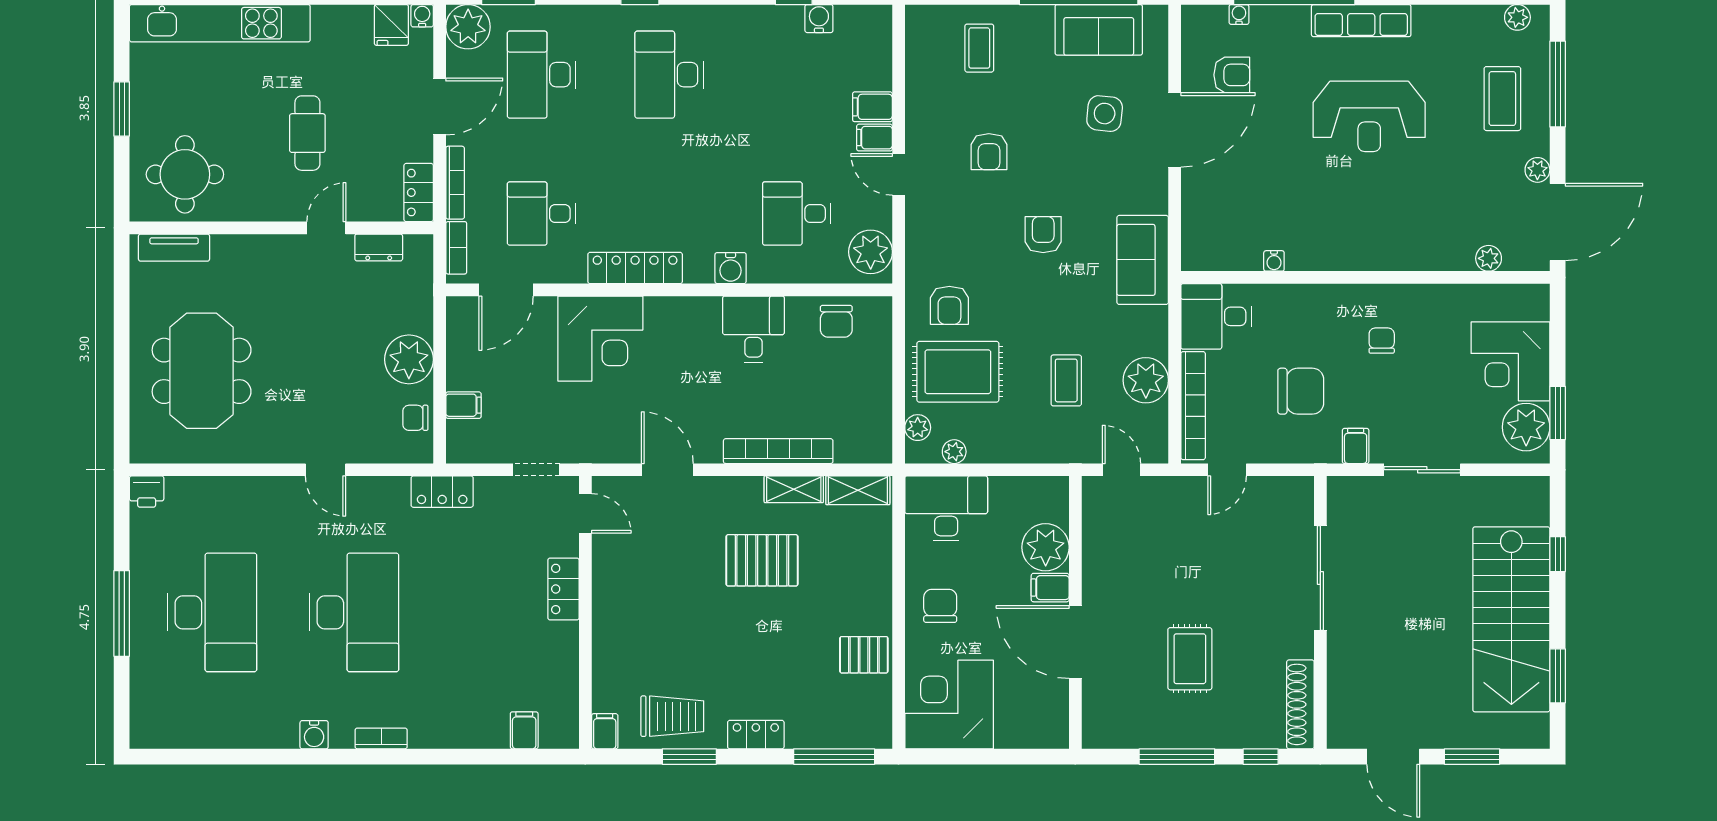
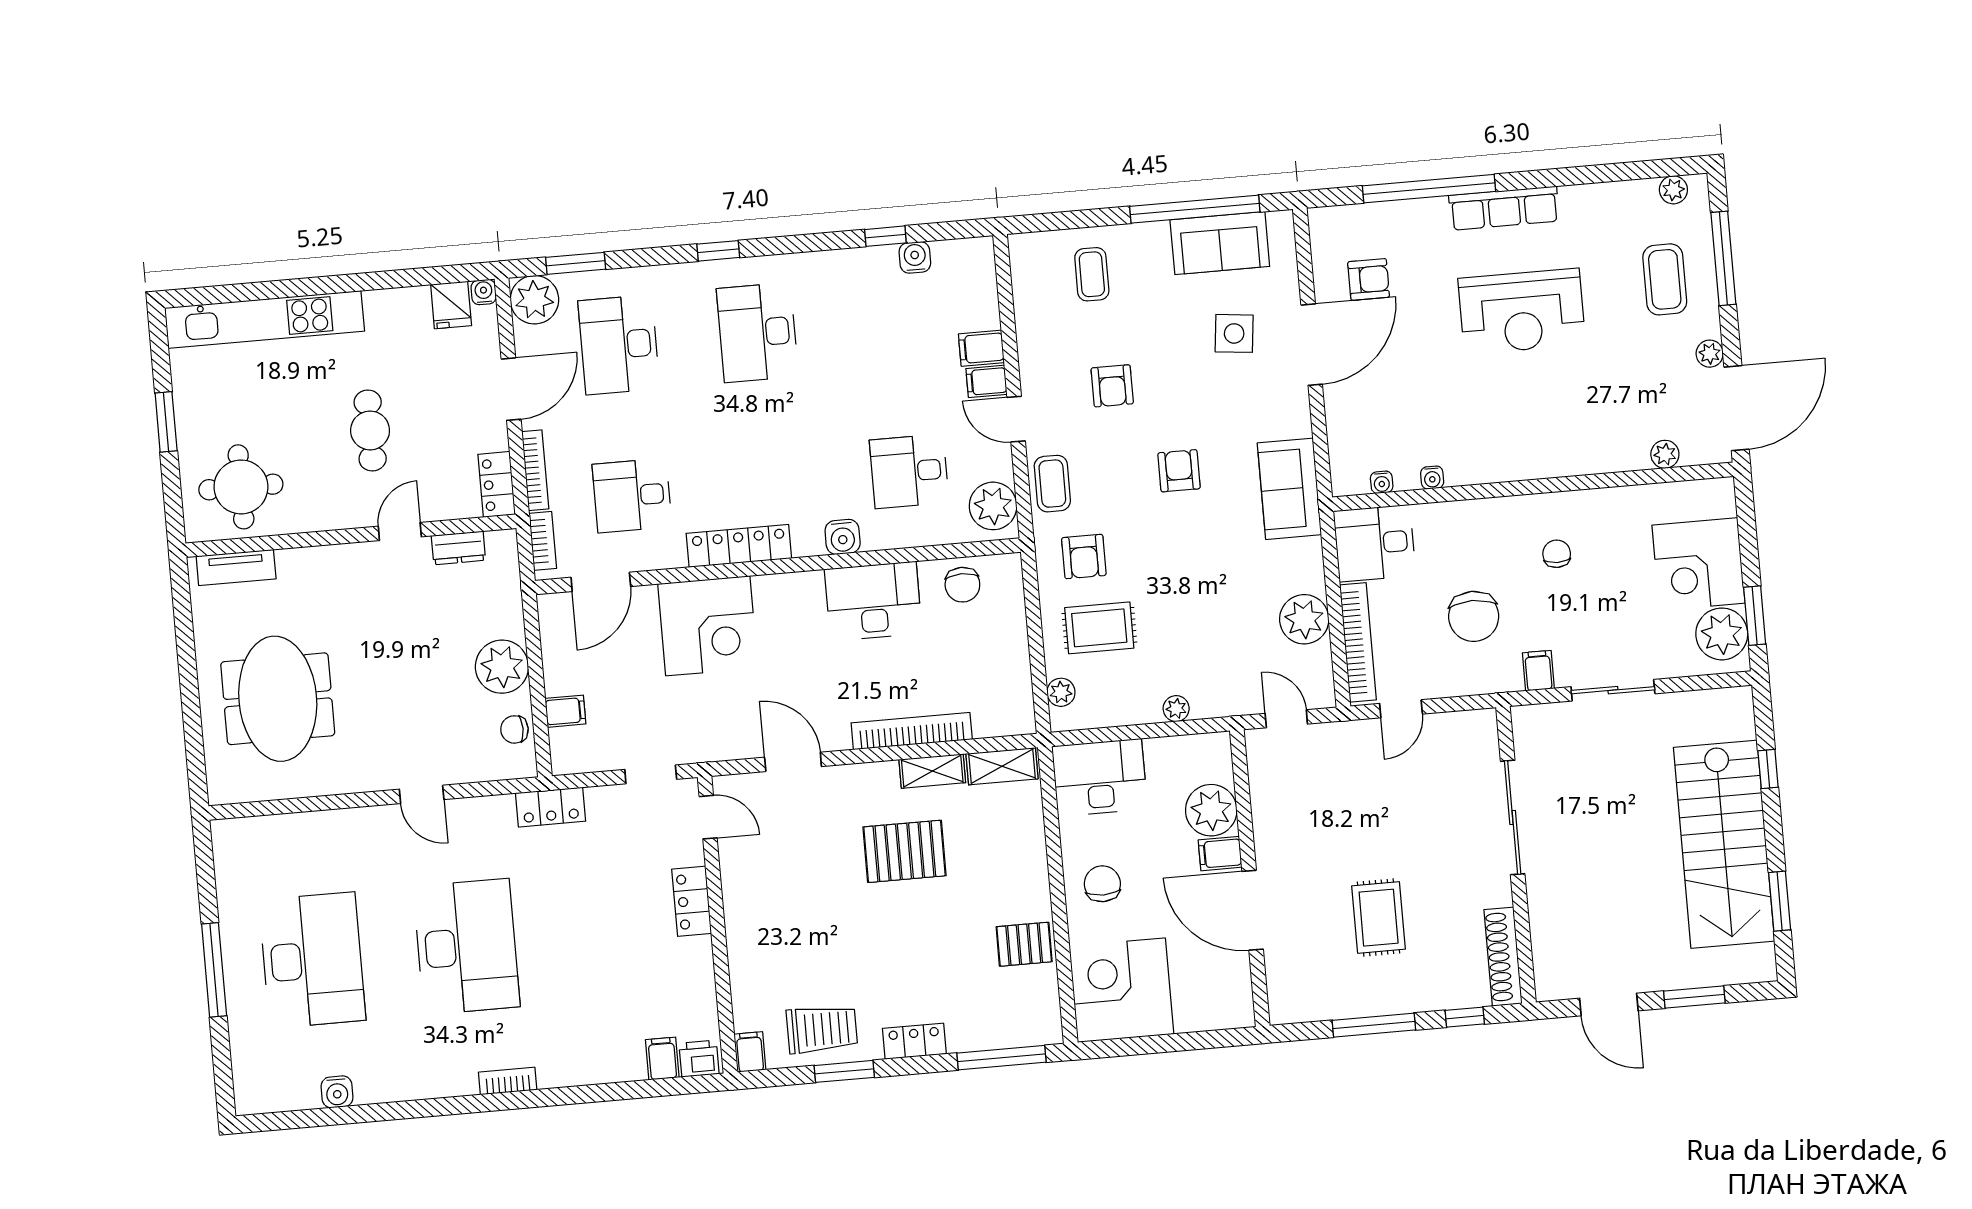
water cooler: (1239, 14) -> (1382, 482), moved, turned 180
desk: (753, 329) -> (873, 601), width x1.37
rug: (958, 372) -> (1099, 628), width x0.73, depth x0.70
coffee table: (1066, 380) -> (1052, 484), moved
chair: (1301, 391) -> (1474, 616), turned 90
plant: (954, 452) -> (1176, 709), moved
printer: (147, 492) -> (699, 1059), moved, turned 180
water cooler: (314, 735) -> (337, 1092), moved

